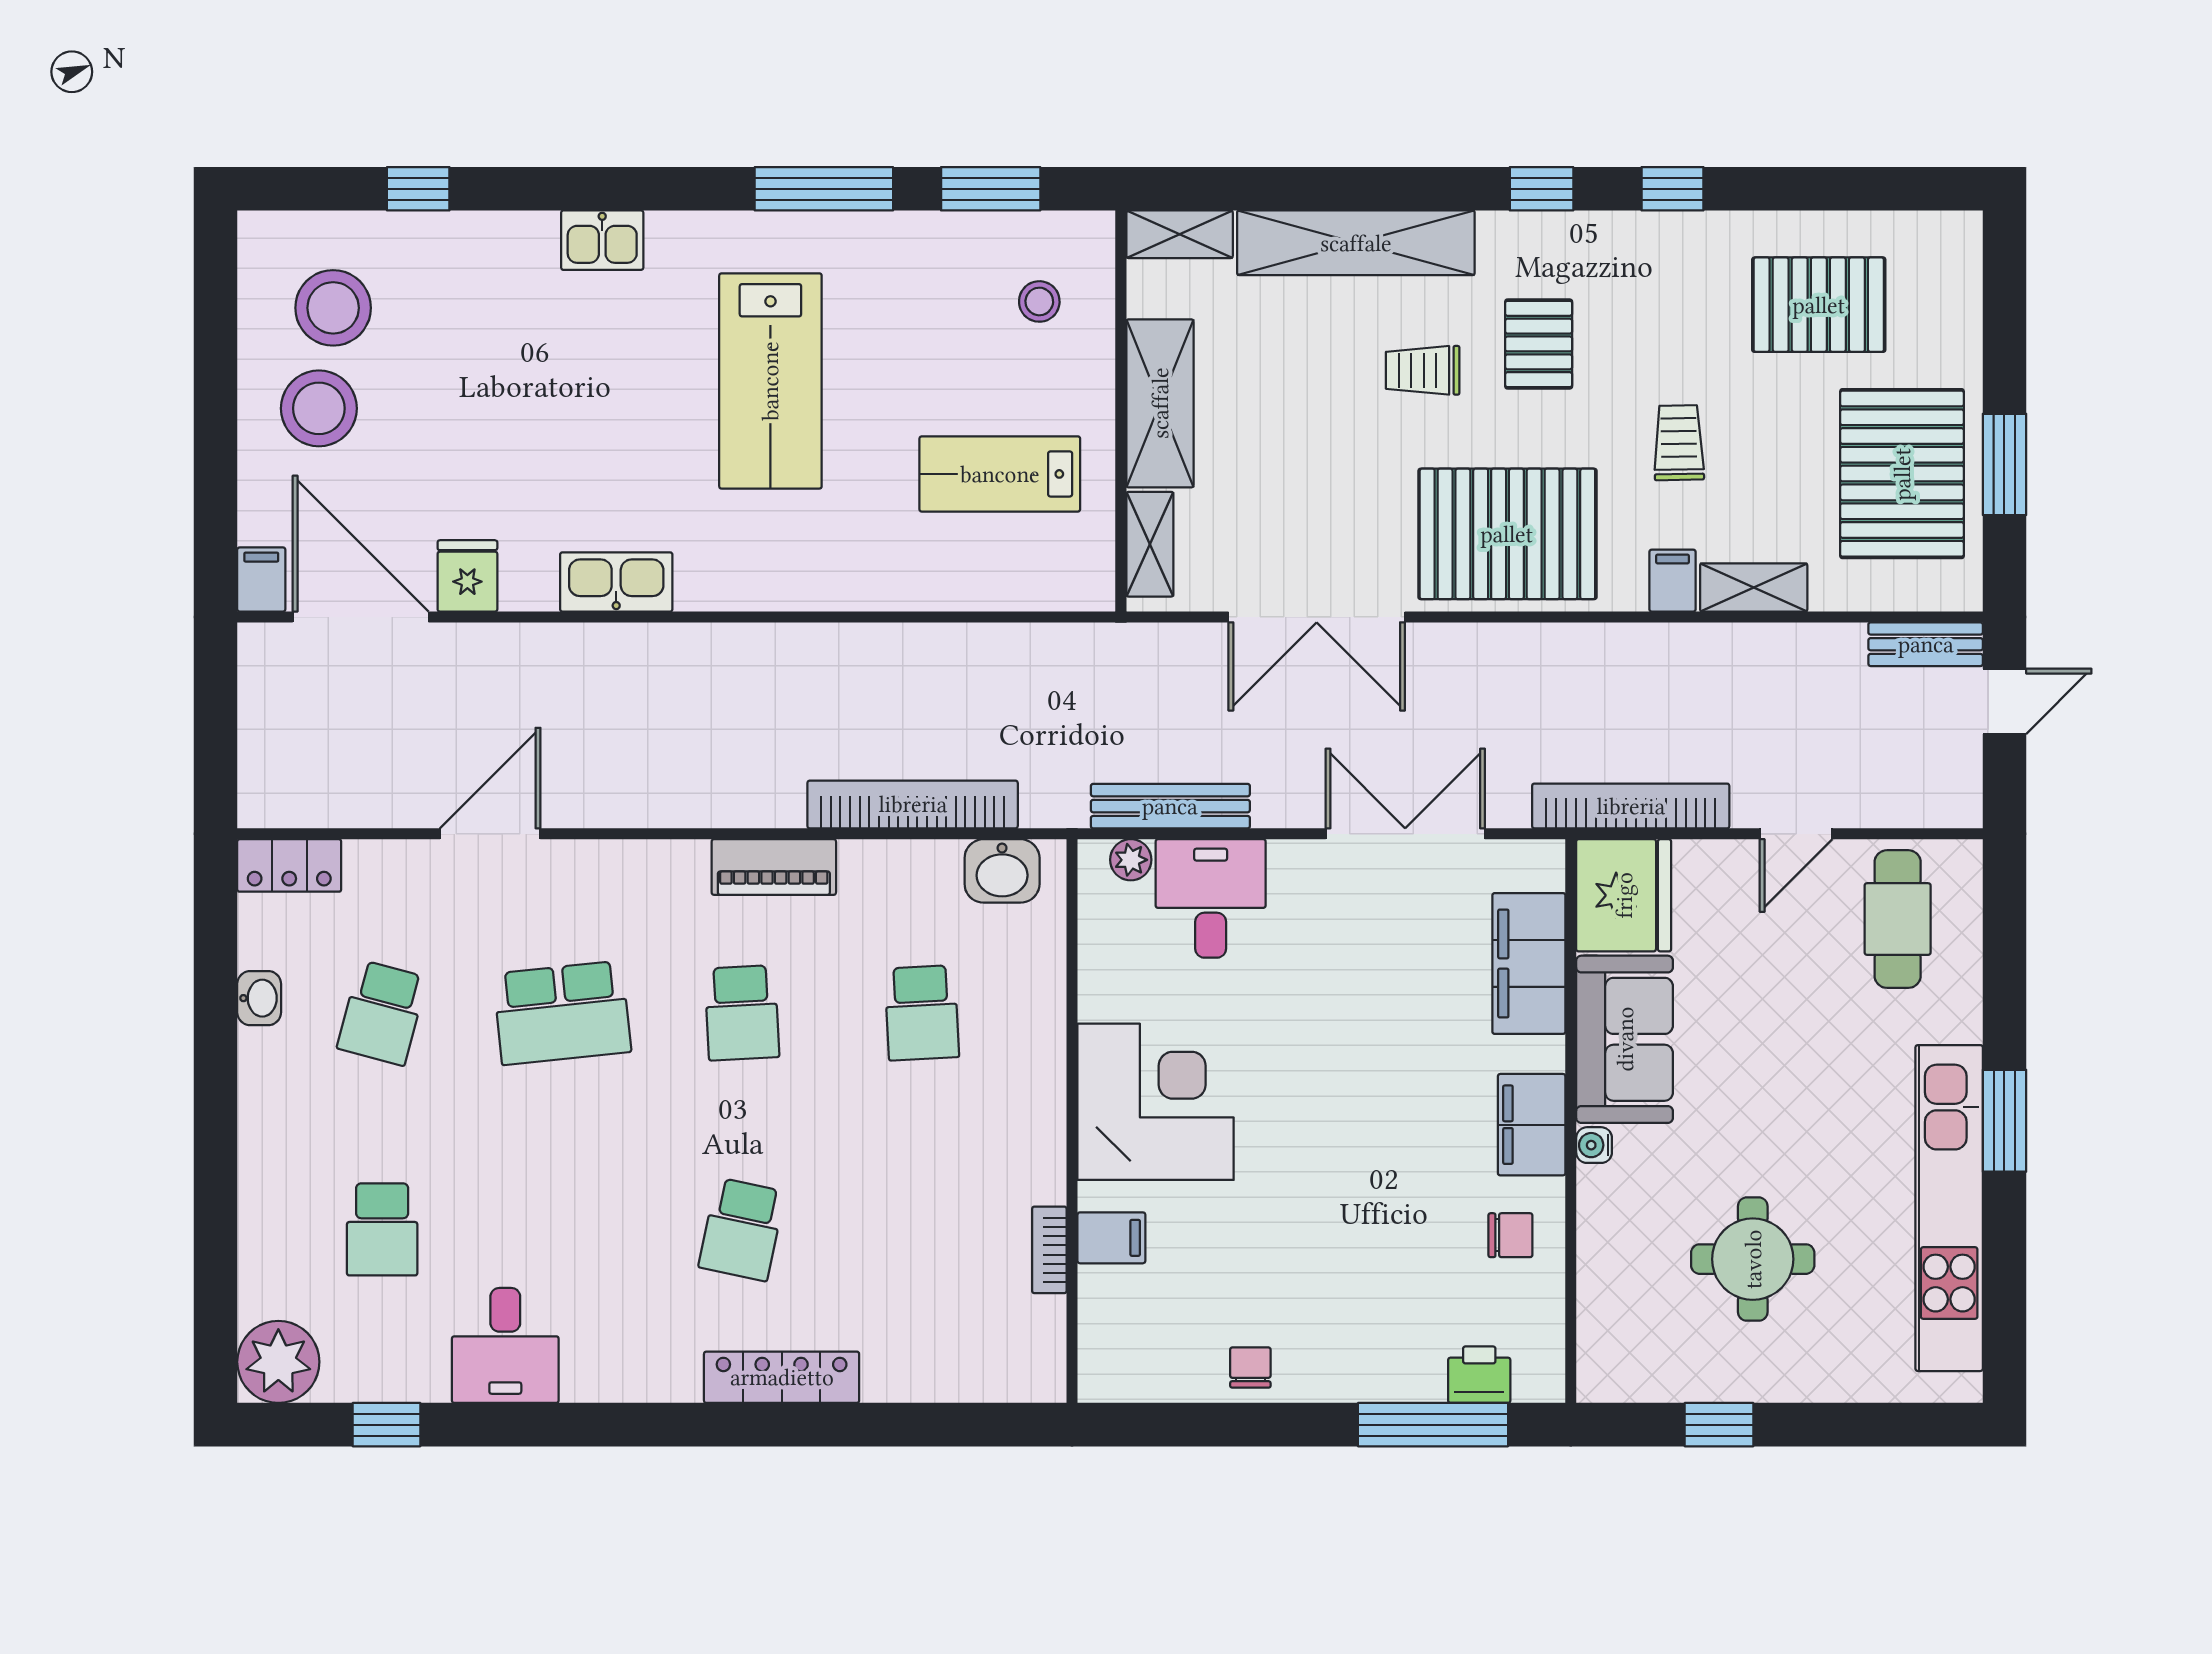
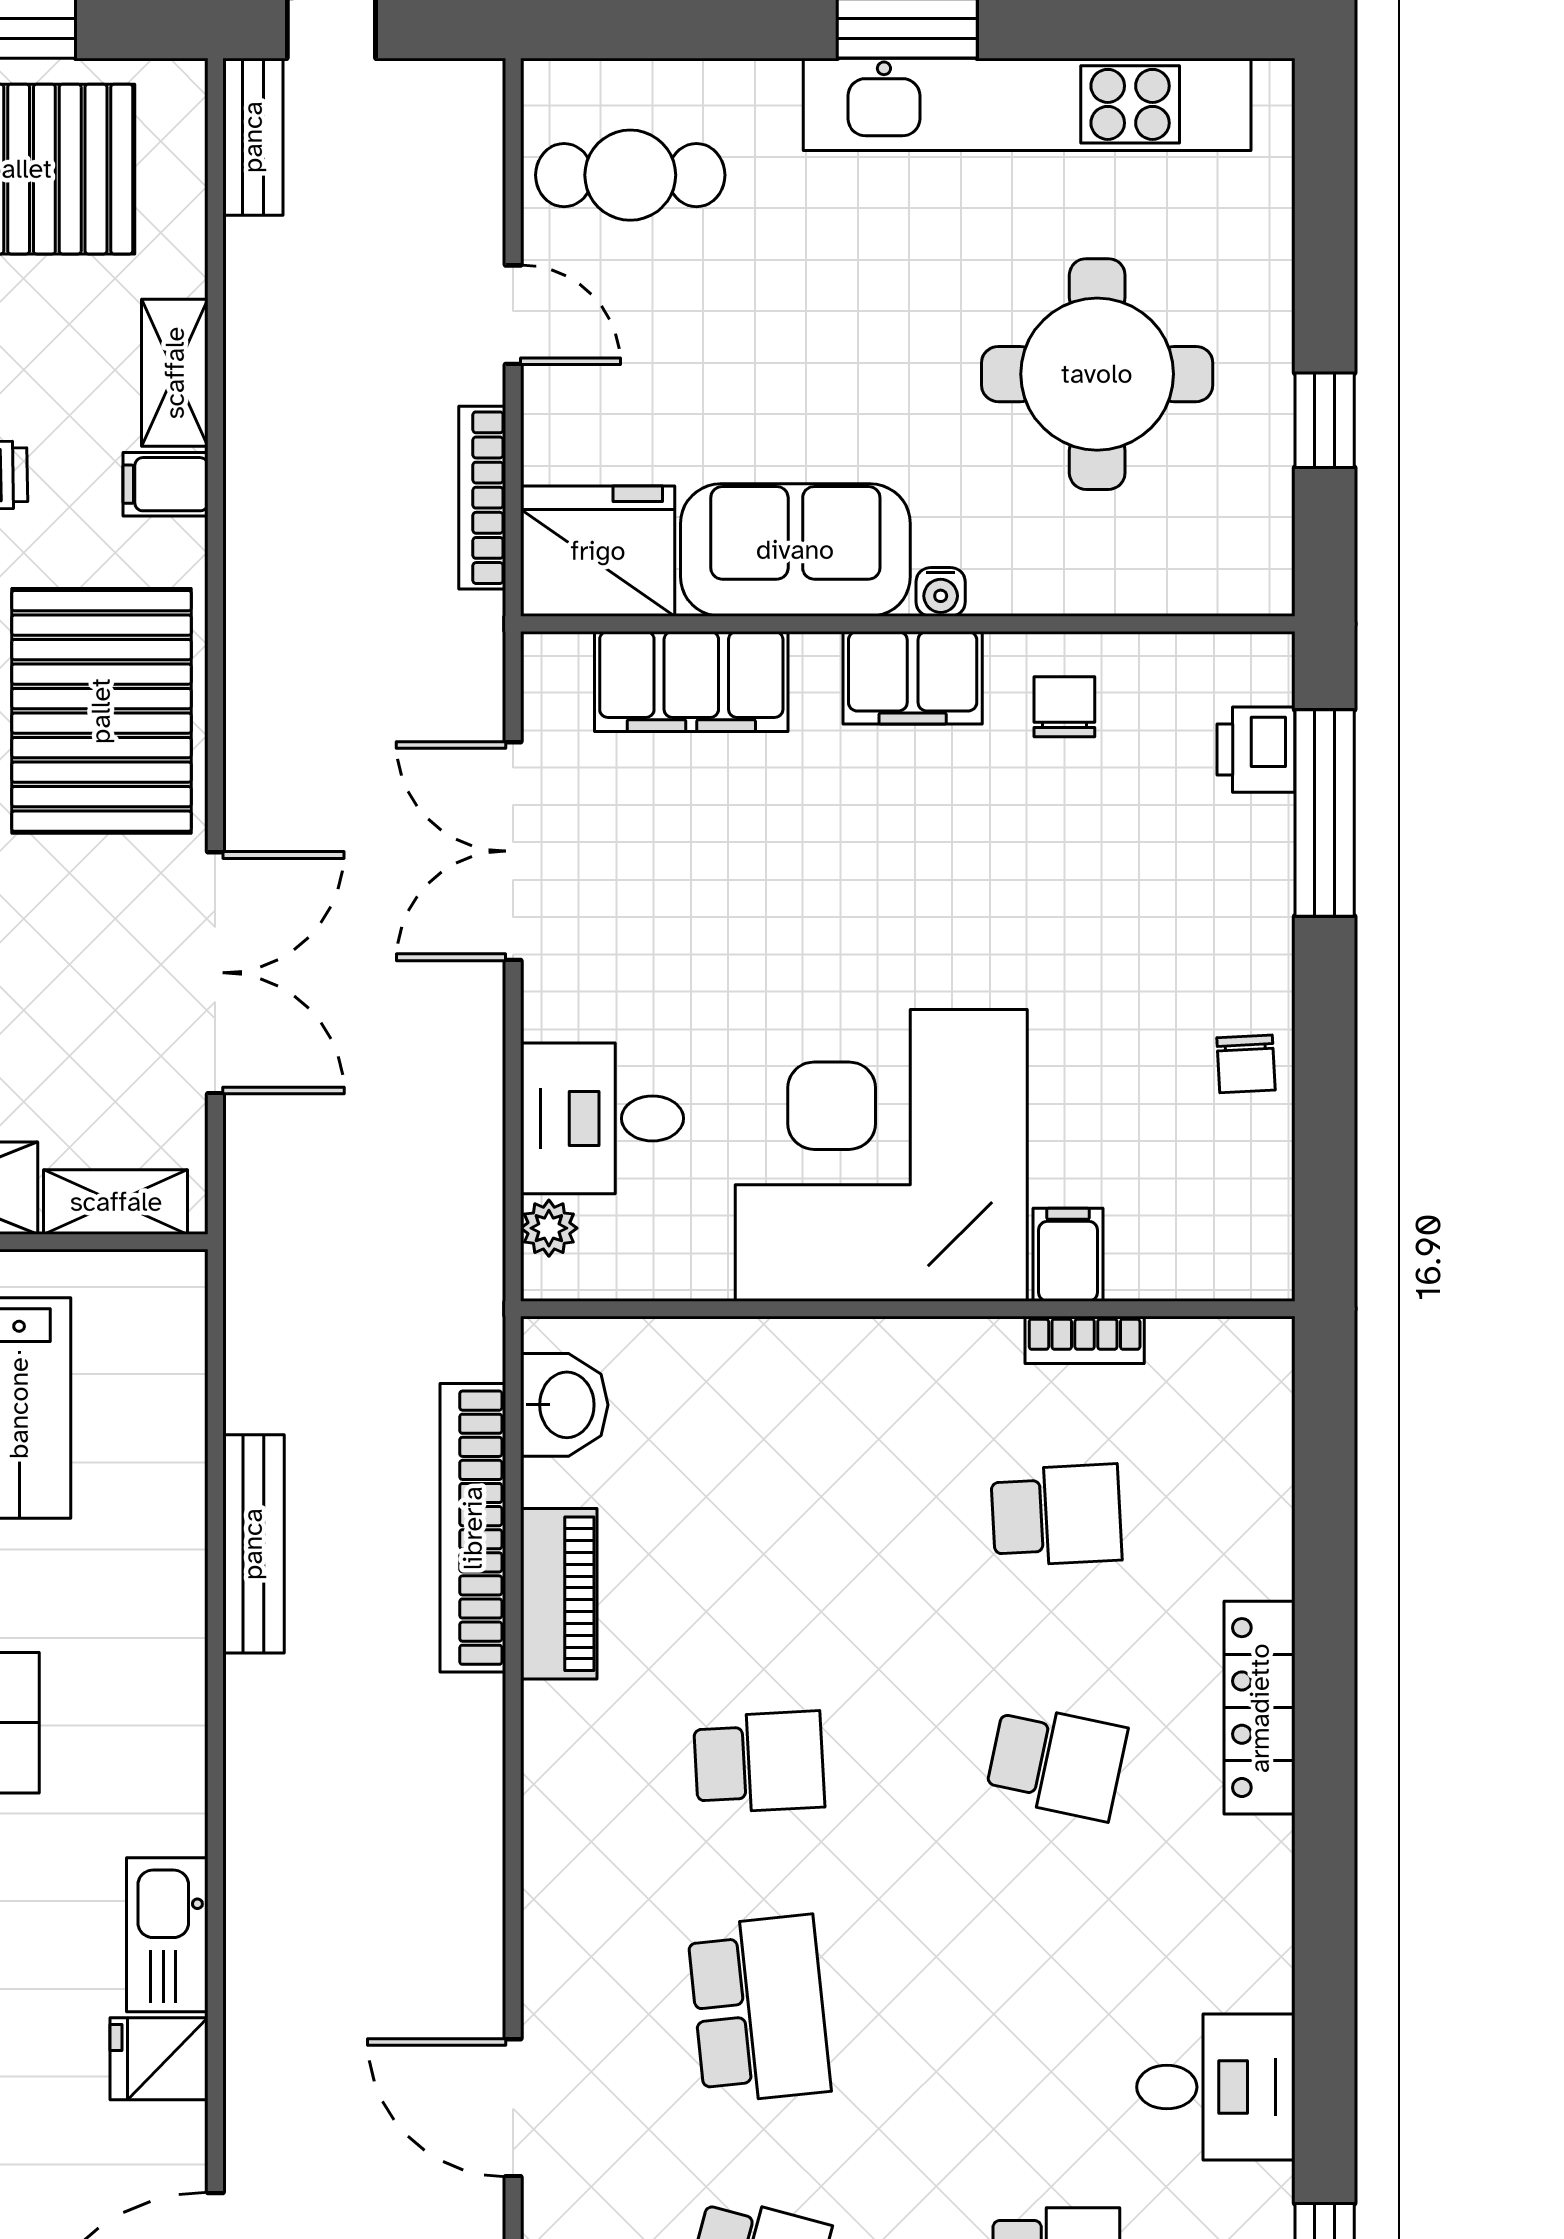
fridge: (467, 576) -> (159, 2059), moved
bench: (1170, 806) -> (253, 1544), moved
bookcase: (1631, 806) -> (482, 498), width x0.68, depth x0.76
piano: (774, 867) -> (559, 1594), moved
school desk: (922, 1013) -> (1056, 1515), moved
corner desk: (1156, 1102) -> (881, 1155), width x1.36, depth x1.36
round table: (1753, 1259) -> (1097, 374), width x1.36, depth x1.36
chair: (1250, 1367) -> (1246, 1064), turned -93

